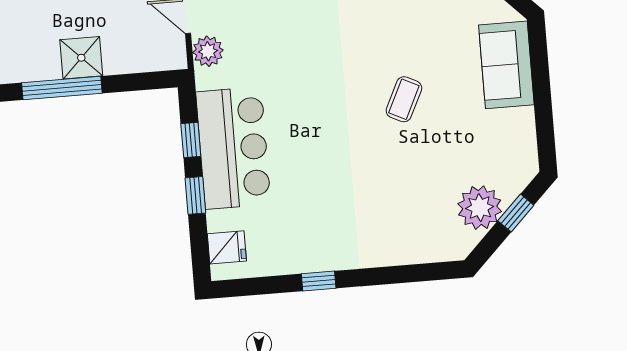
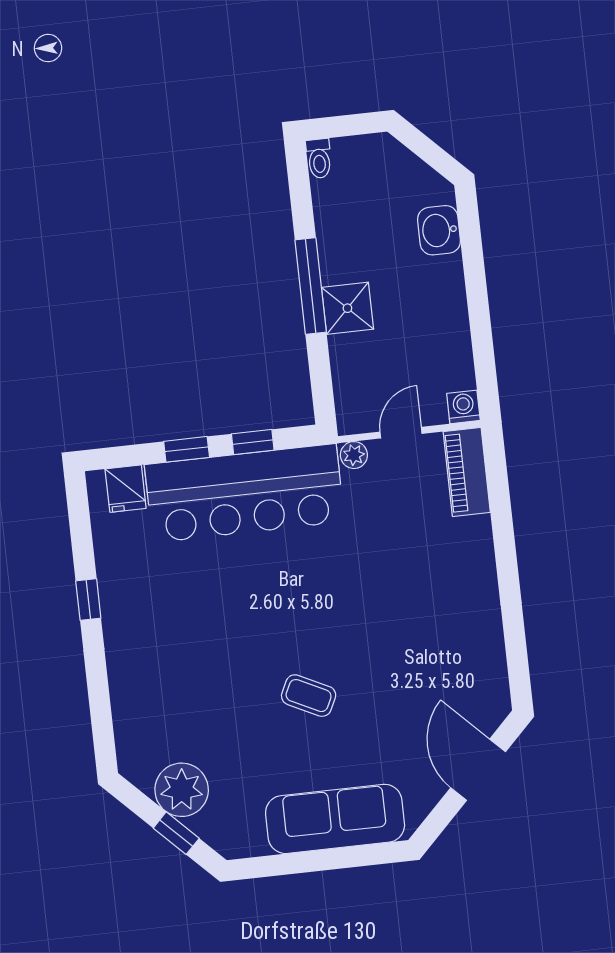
plant: (208, 51) -> (354, 455), width x0.73, depth x0.73
sofa: (506, 65) -> (335, 819), width x1.36
bar counter: (233, 148) -> (245, 493), width x1.36

